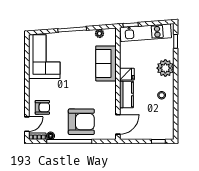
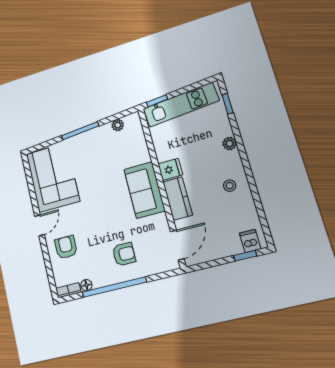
sofa: (106, 63) -> (144, 190), moved
plant: (165, 68) -> (229, 144), width x0.53, depth x0.53
armchair: (42, 107) -> (66, 247), turned -90
armchair: (81, 122) -> (124, 254), width x0.53, depth x0.53
door: (27, 124) -> (40, 225), moved
dishwasher: (164, 133) -> (250, 241), added

